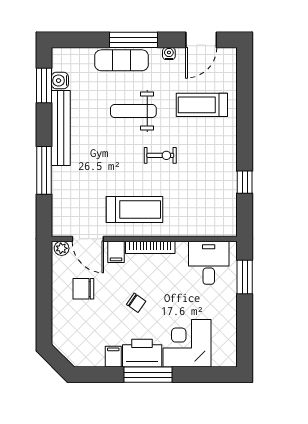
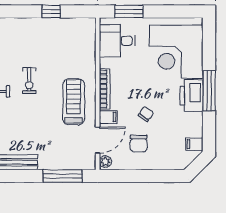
exercise bike: (160, 155) -> (29, 81), turned 180
window: (44, 170) -> (63, 176), moved
chair: (136, 303) -> (146, 114), moved
corner desk: (187, 343) -> (176, 52), width x1.36, depth x1.36
filing cabinet: (113, 357) -> (194, 144), moved

